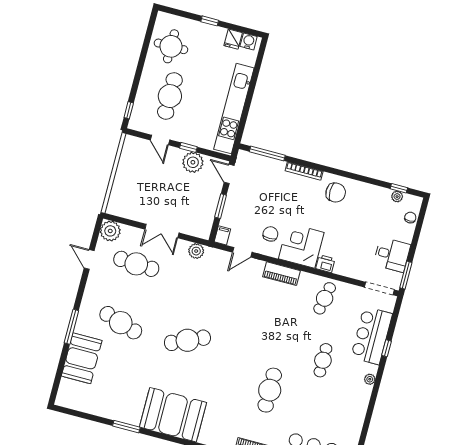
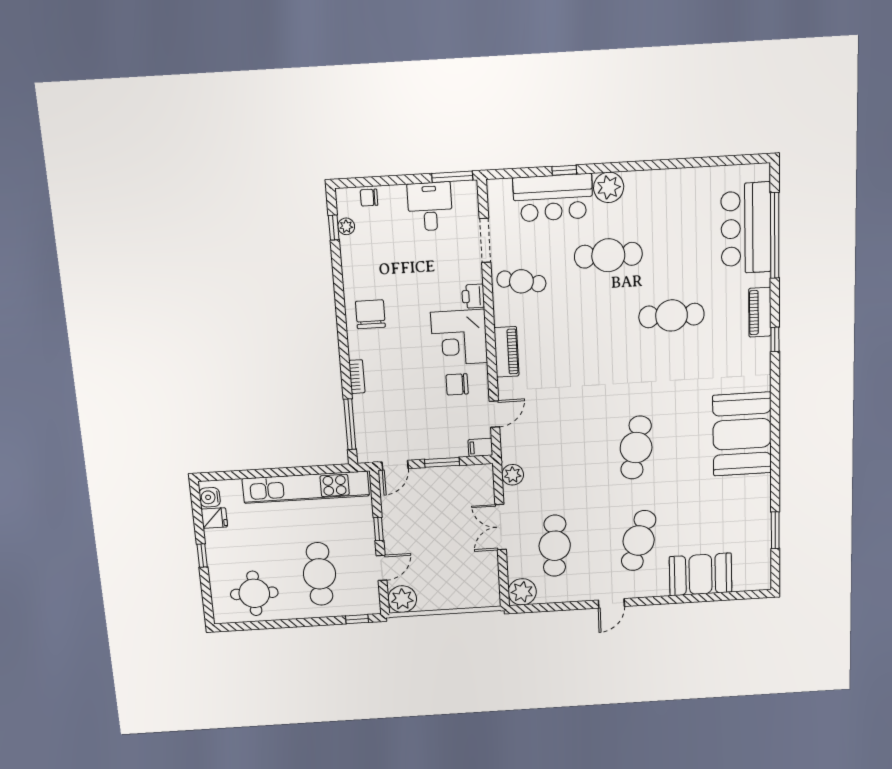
cafe table: (170, 96) -> (319, 574), turned 90
plant: (193, 162) -> (402, 599), moved
bookcase: (304, 171) -> (357, 377), width x0.64
double door: (162, 231) -> (501, 527), swing flipped
door: (242, 252) -> (494, 414), hinge flipped
door: (89, 259) -> (611, 603), moved
doorway: (379, 288) -> (485, 240), moved
window: (71, 327) -> (663, 600), removed
cafe table: (187, 340) -> (636, 448), turned 36
cafe table: (323, 360) -> (608, 255), width x1.37, depth x1.35
plant: (370, 379) -> (609, 187), width x1.87, depth x1.87
window: (126, 427) -> (775, 530), moved

